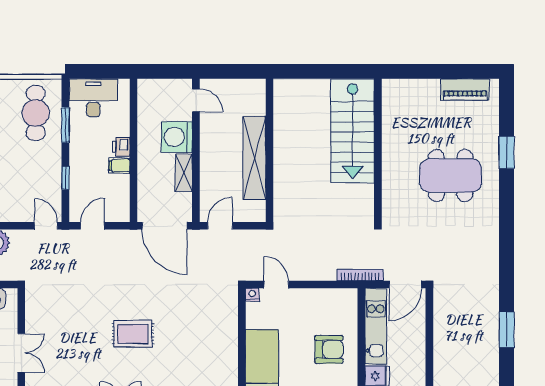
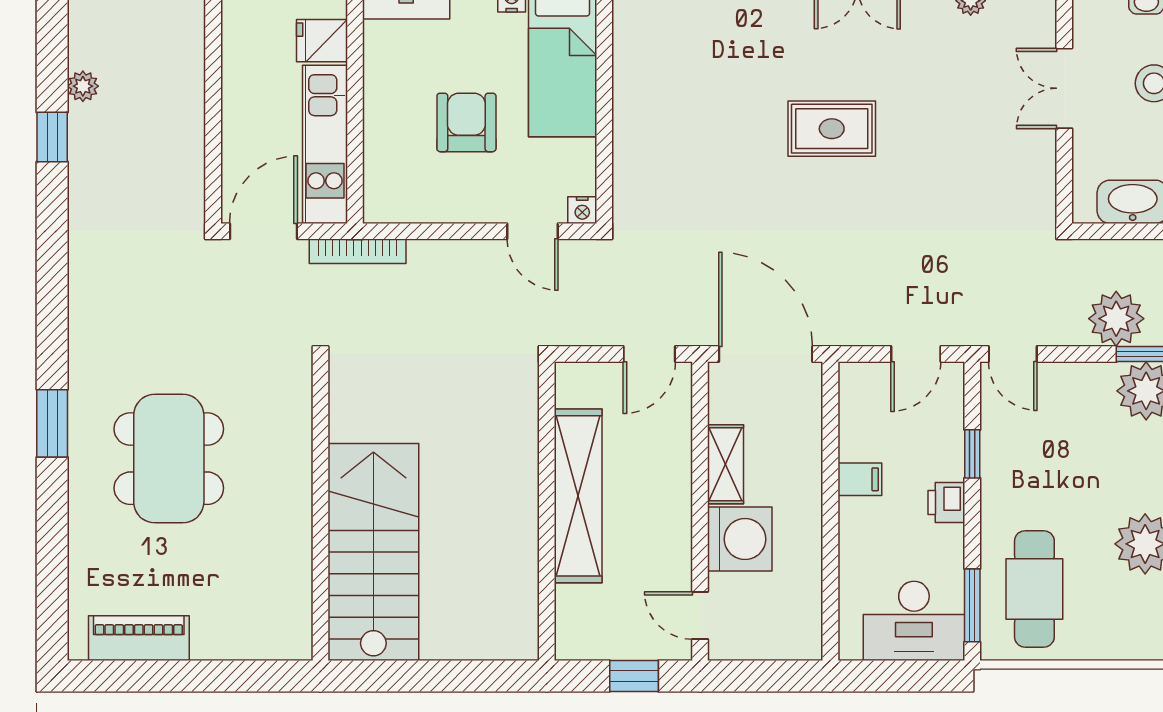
window: (228, 71) -> (634, 676), added
window: (65, 125) -> (972, 605), moved
printer: (121, 147) -> (946, 502), moved, turned 180
window: (507, 152) -> (52, 423), moved
dining table: (451, 176) -> (169, 459), turned 90
window: (507, 330) -> (52, 137), width x0.67
armchair: (329, 349) -> (466, 122), moved, turned 90
plant: (492, 354) -> (83, 86), added

